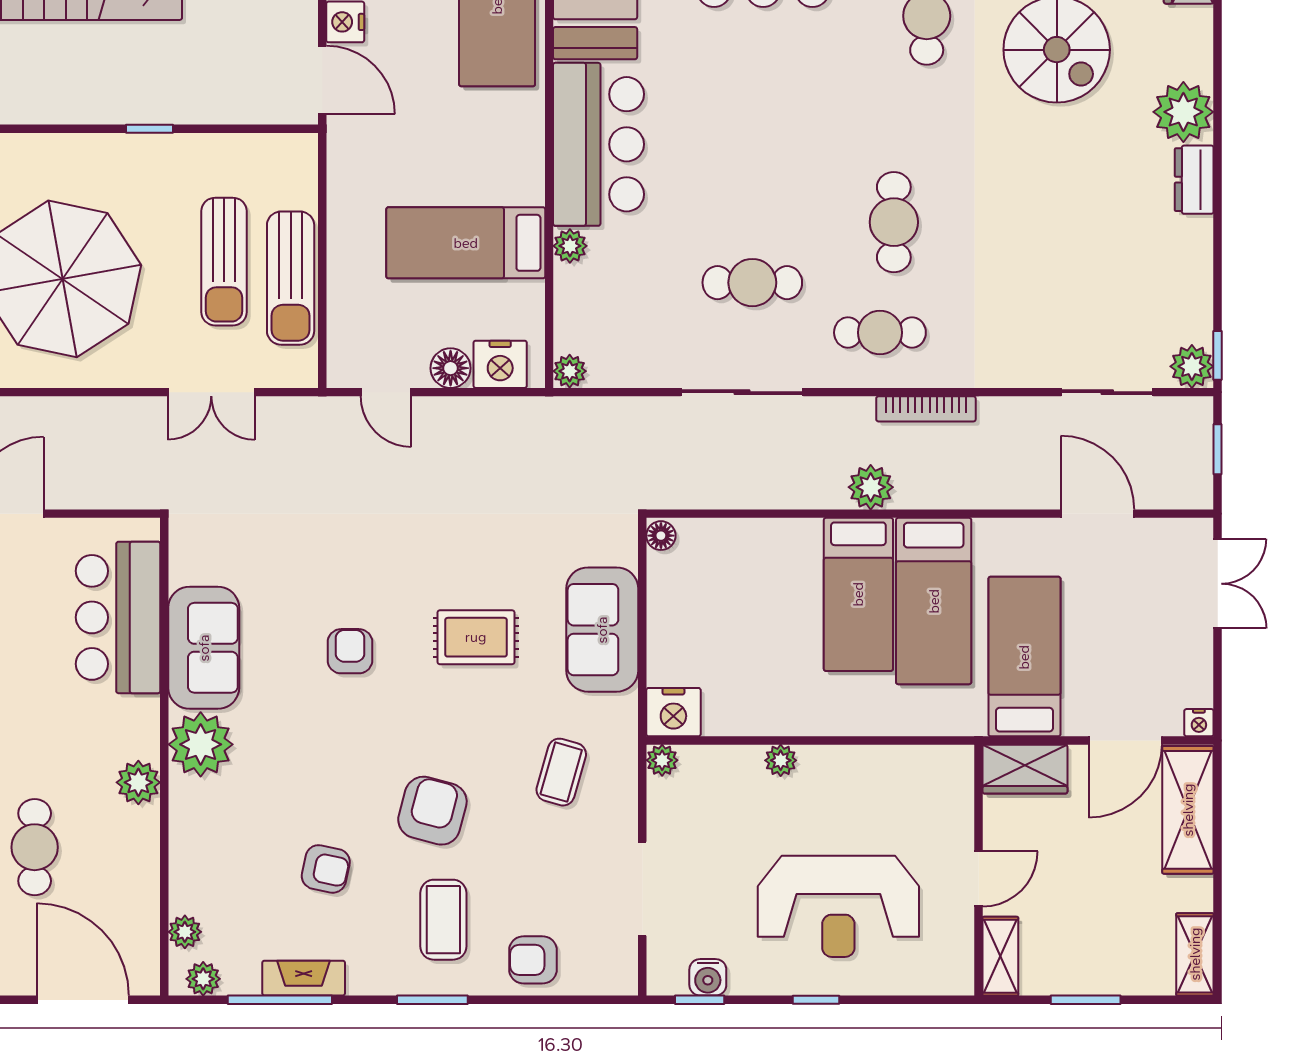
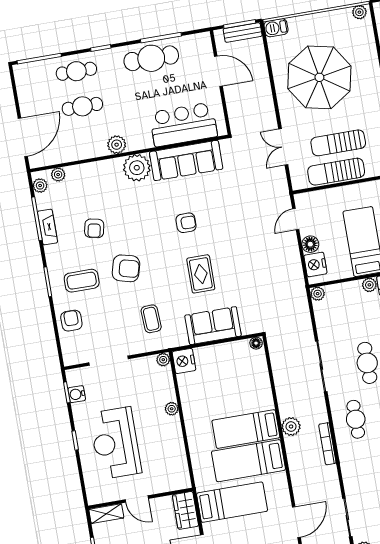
sofa: (204, 648) -> (186, 160), width x1.36
coffee table: (561, 772) -> (151, 319), turned 71

